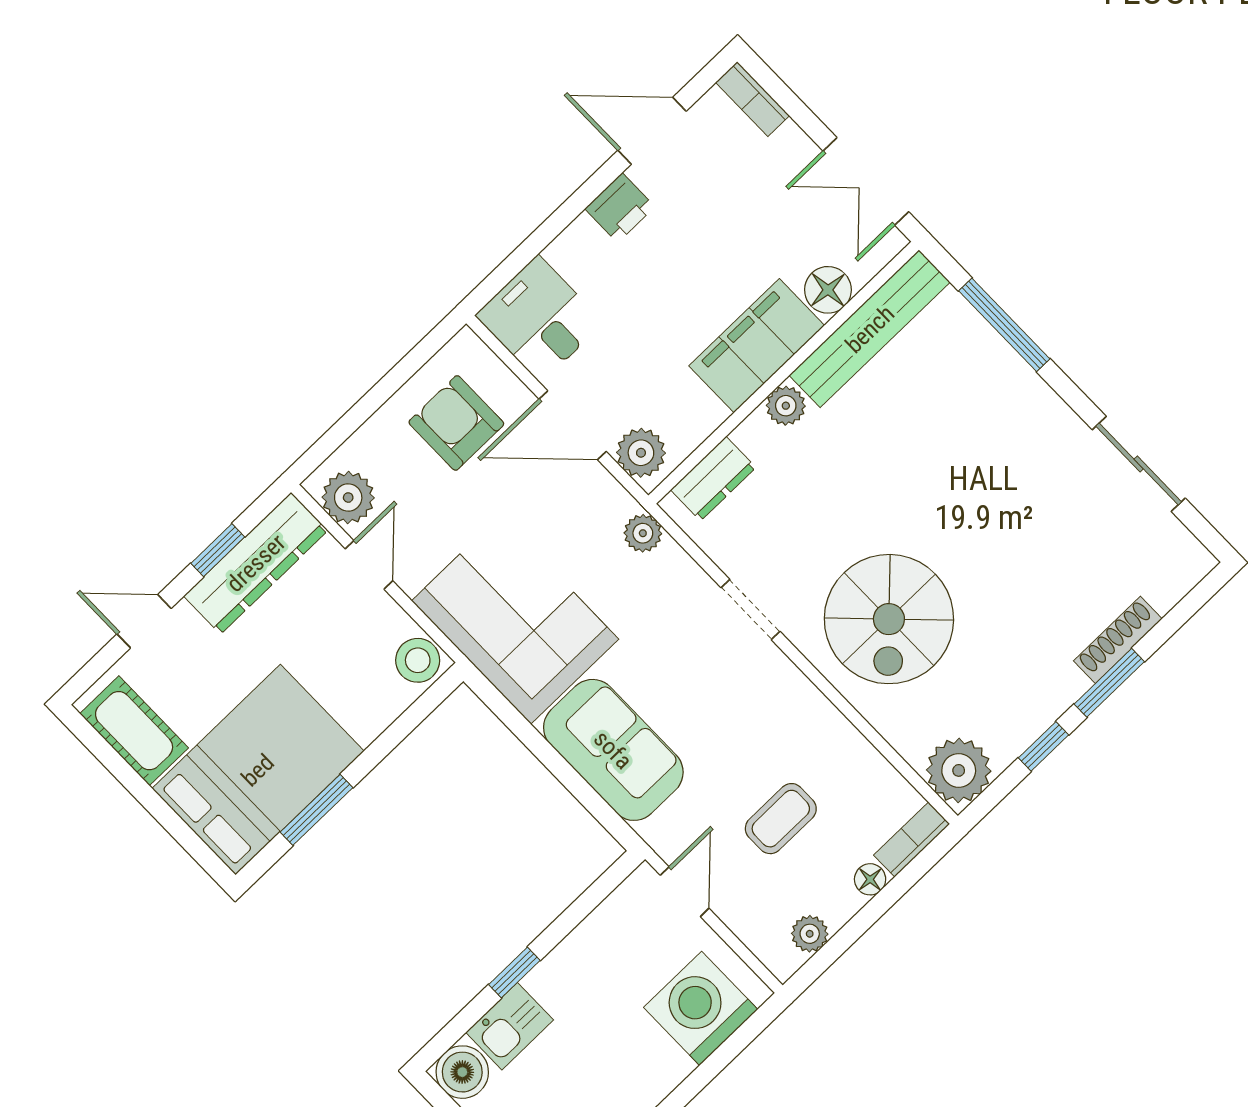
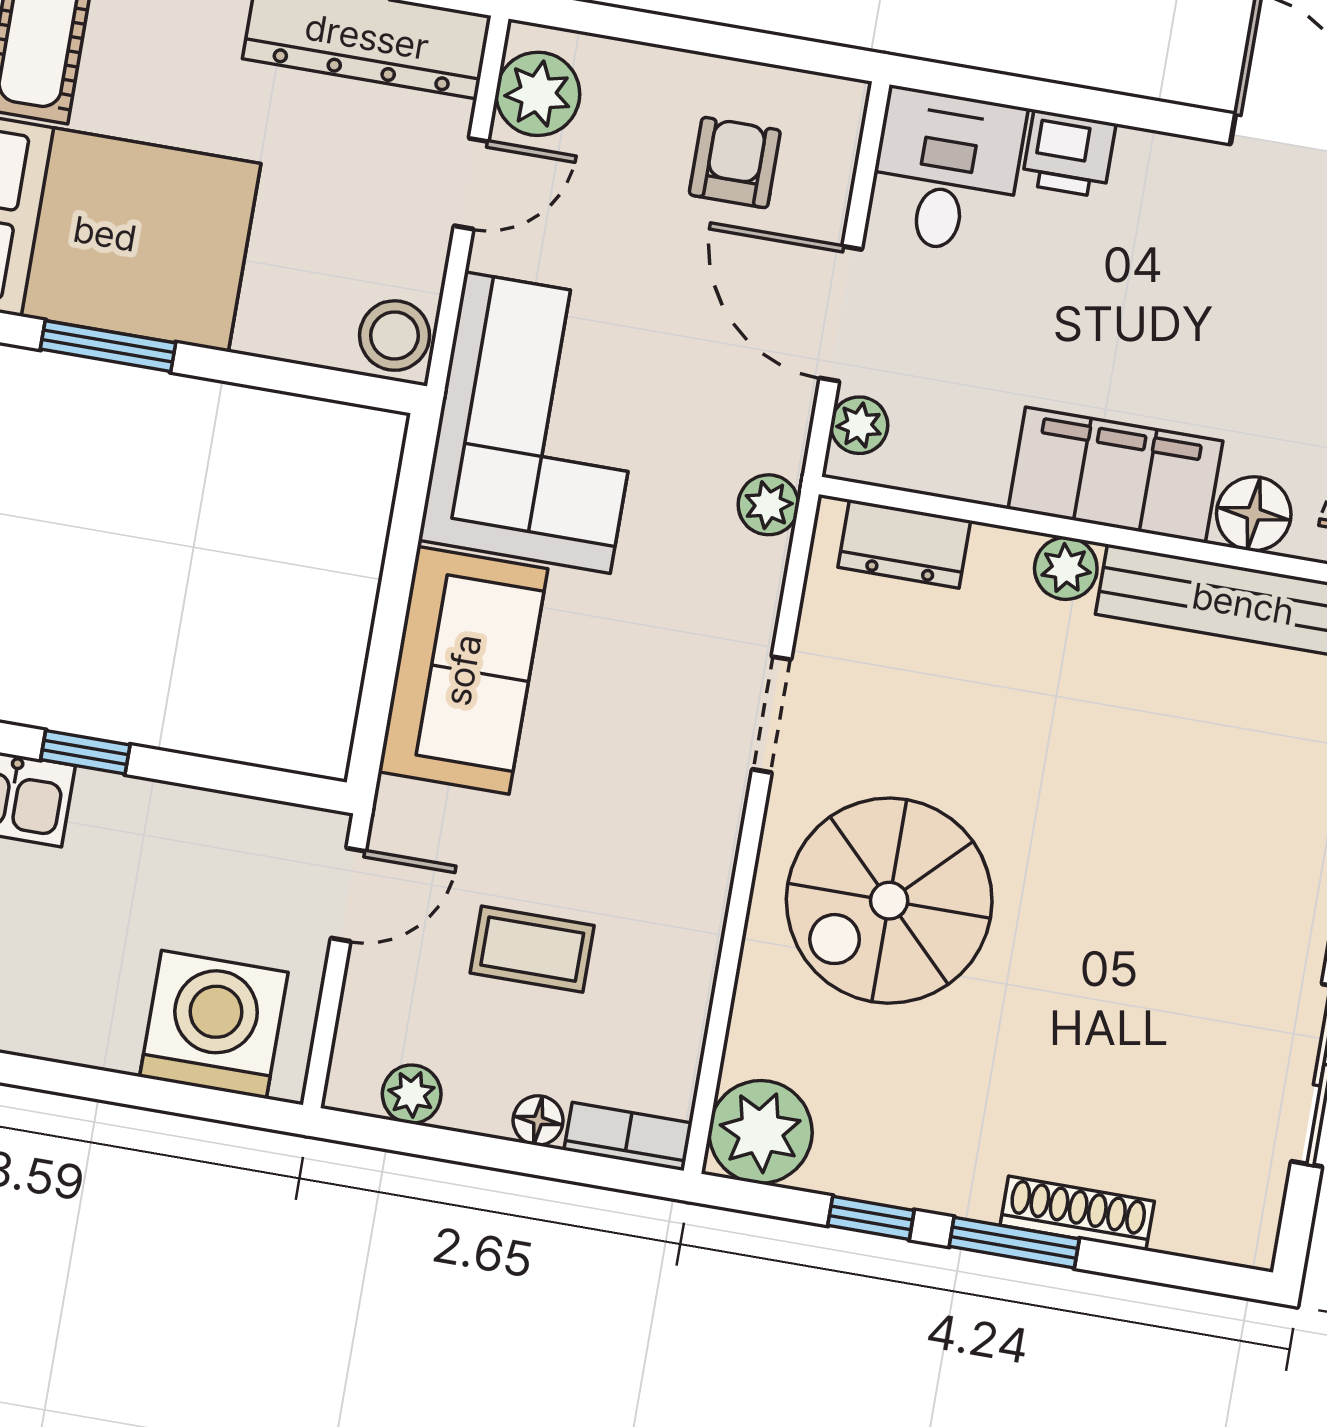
printer: (620, 208) -> (1069, 154), moved
armchair: (456, 423) -> (735, 163), width x0.72, depth x0.72
plant: (641, 453) -> (859, 425), width x0.73, depth x0.73

